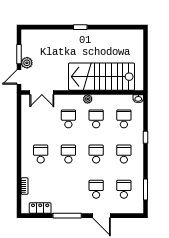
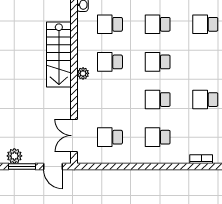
plant: (27, 63) -> (14, 156), moved
stairs: (102, 77) -> (59, 55), width x0.73, depth x0.66
double door: (42, 92) -> (74, 136), swing flipped
school desk: (68, 119) -> (110, 137), moved
school desk: (96, 189) -> (205, 100), moved

